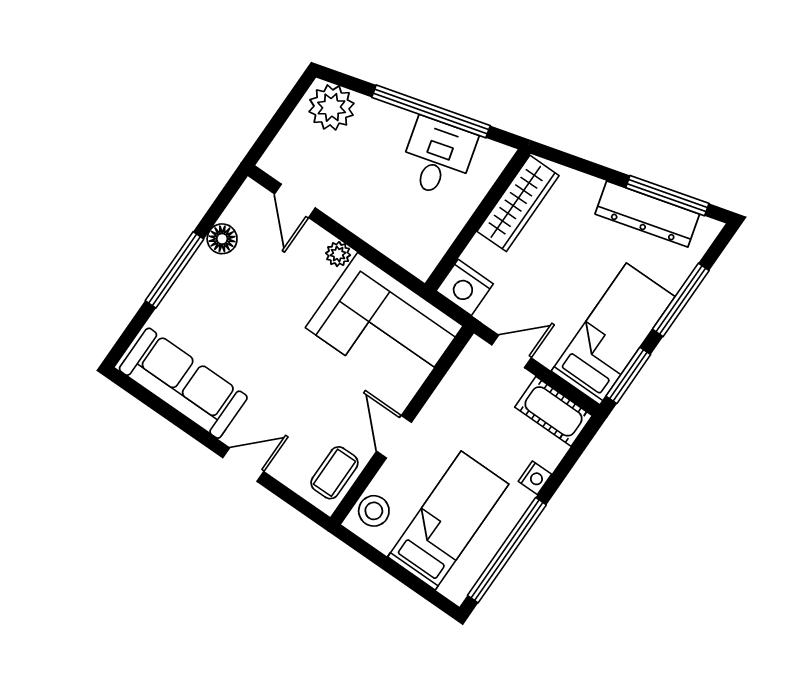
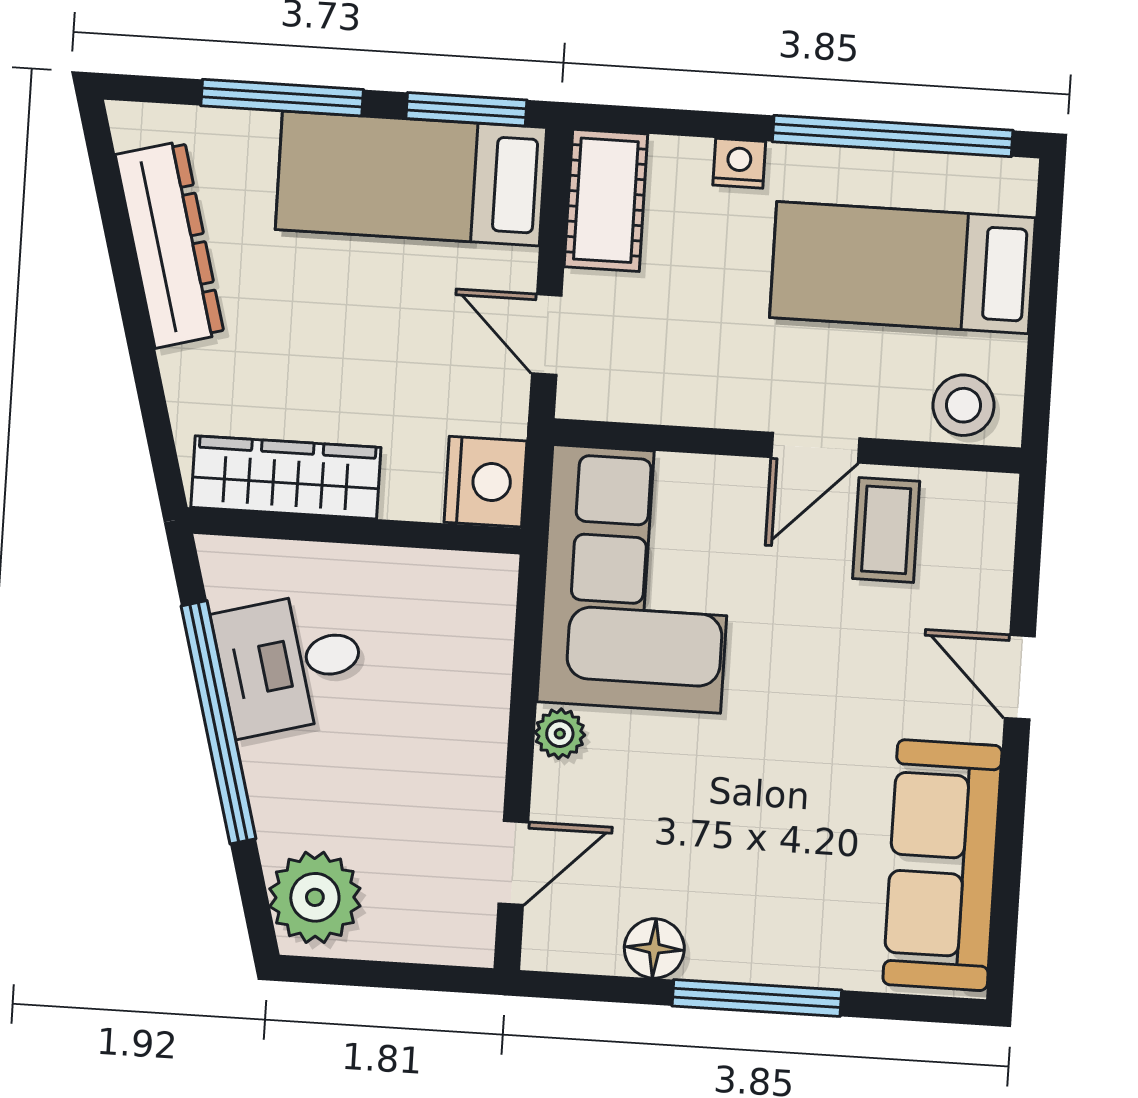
window: (667, 196) -> (117, 229), removed
coffee table: (334, 473) -> (886, 530), moved, turned 90

